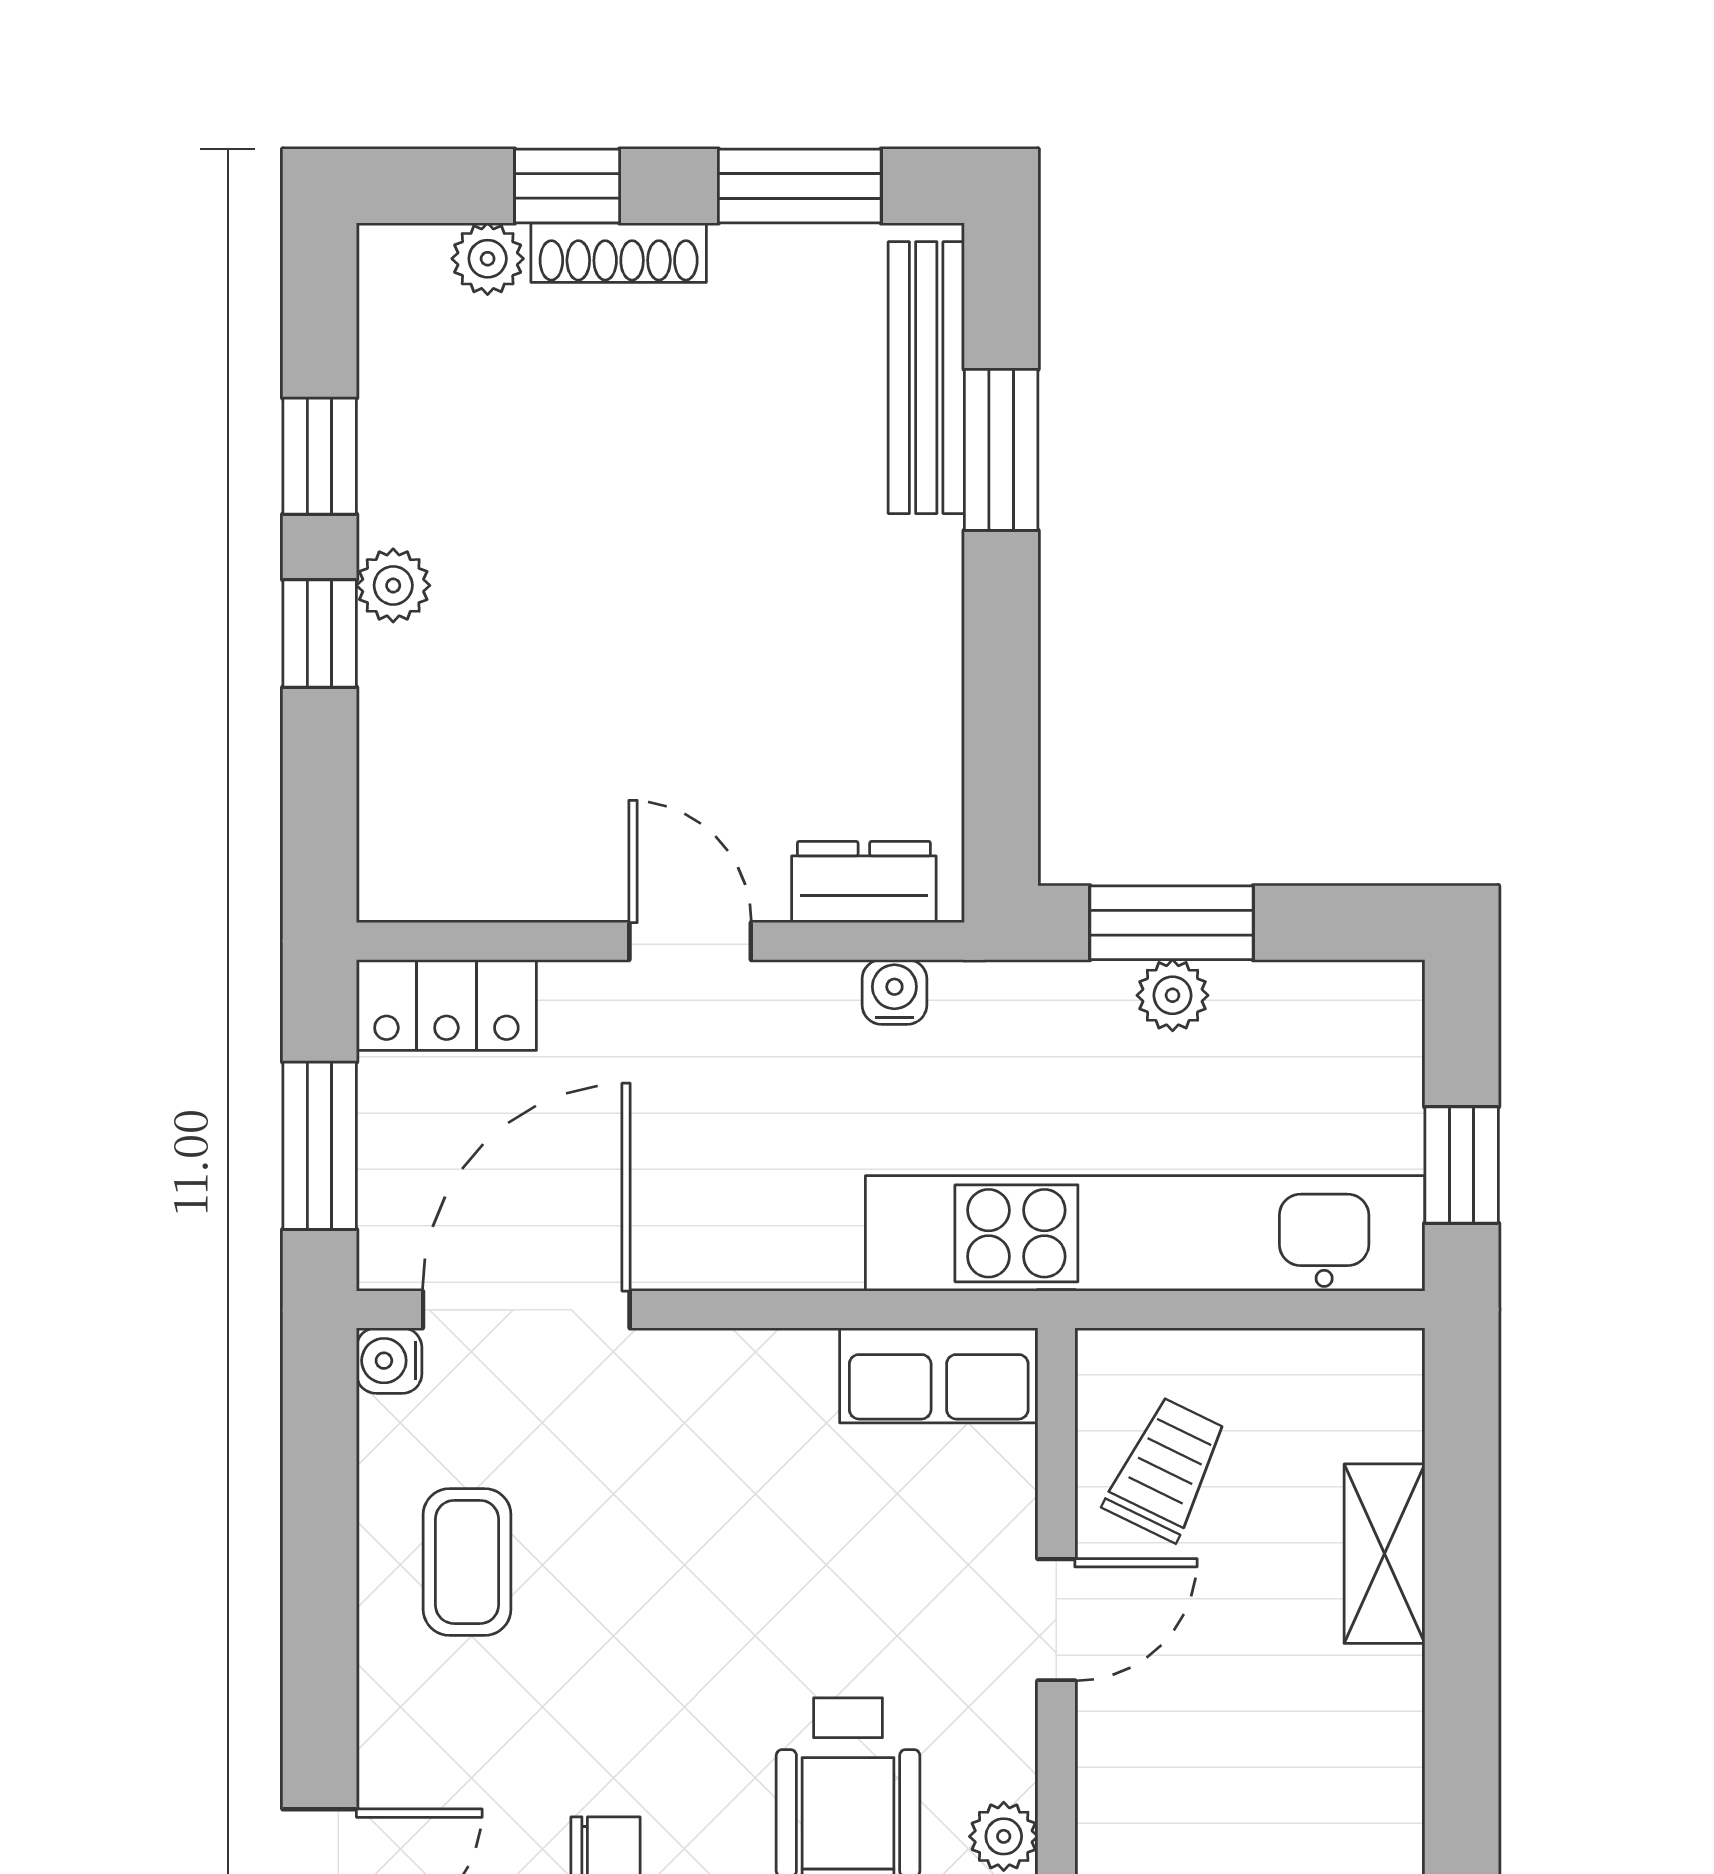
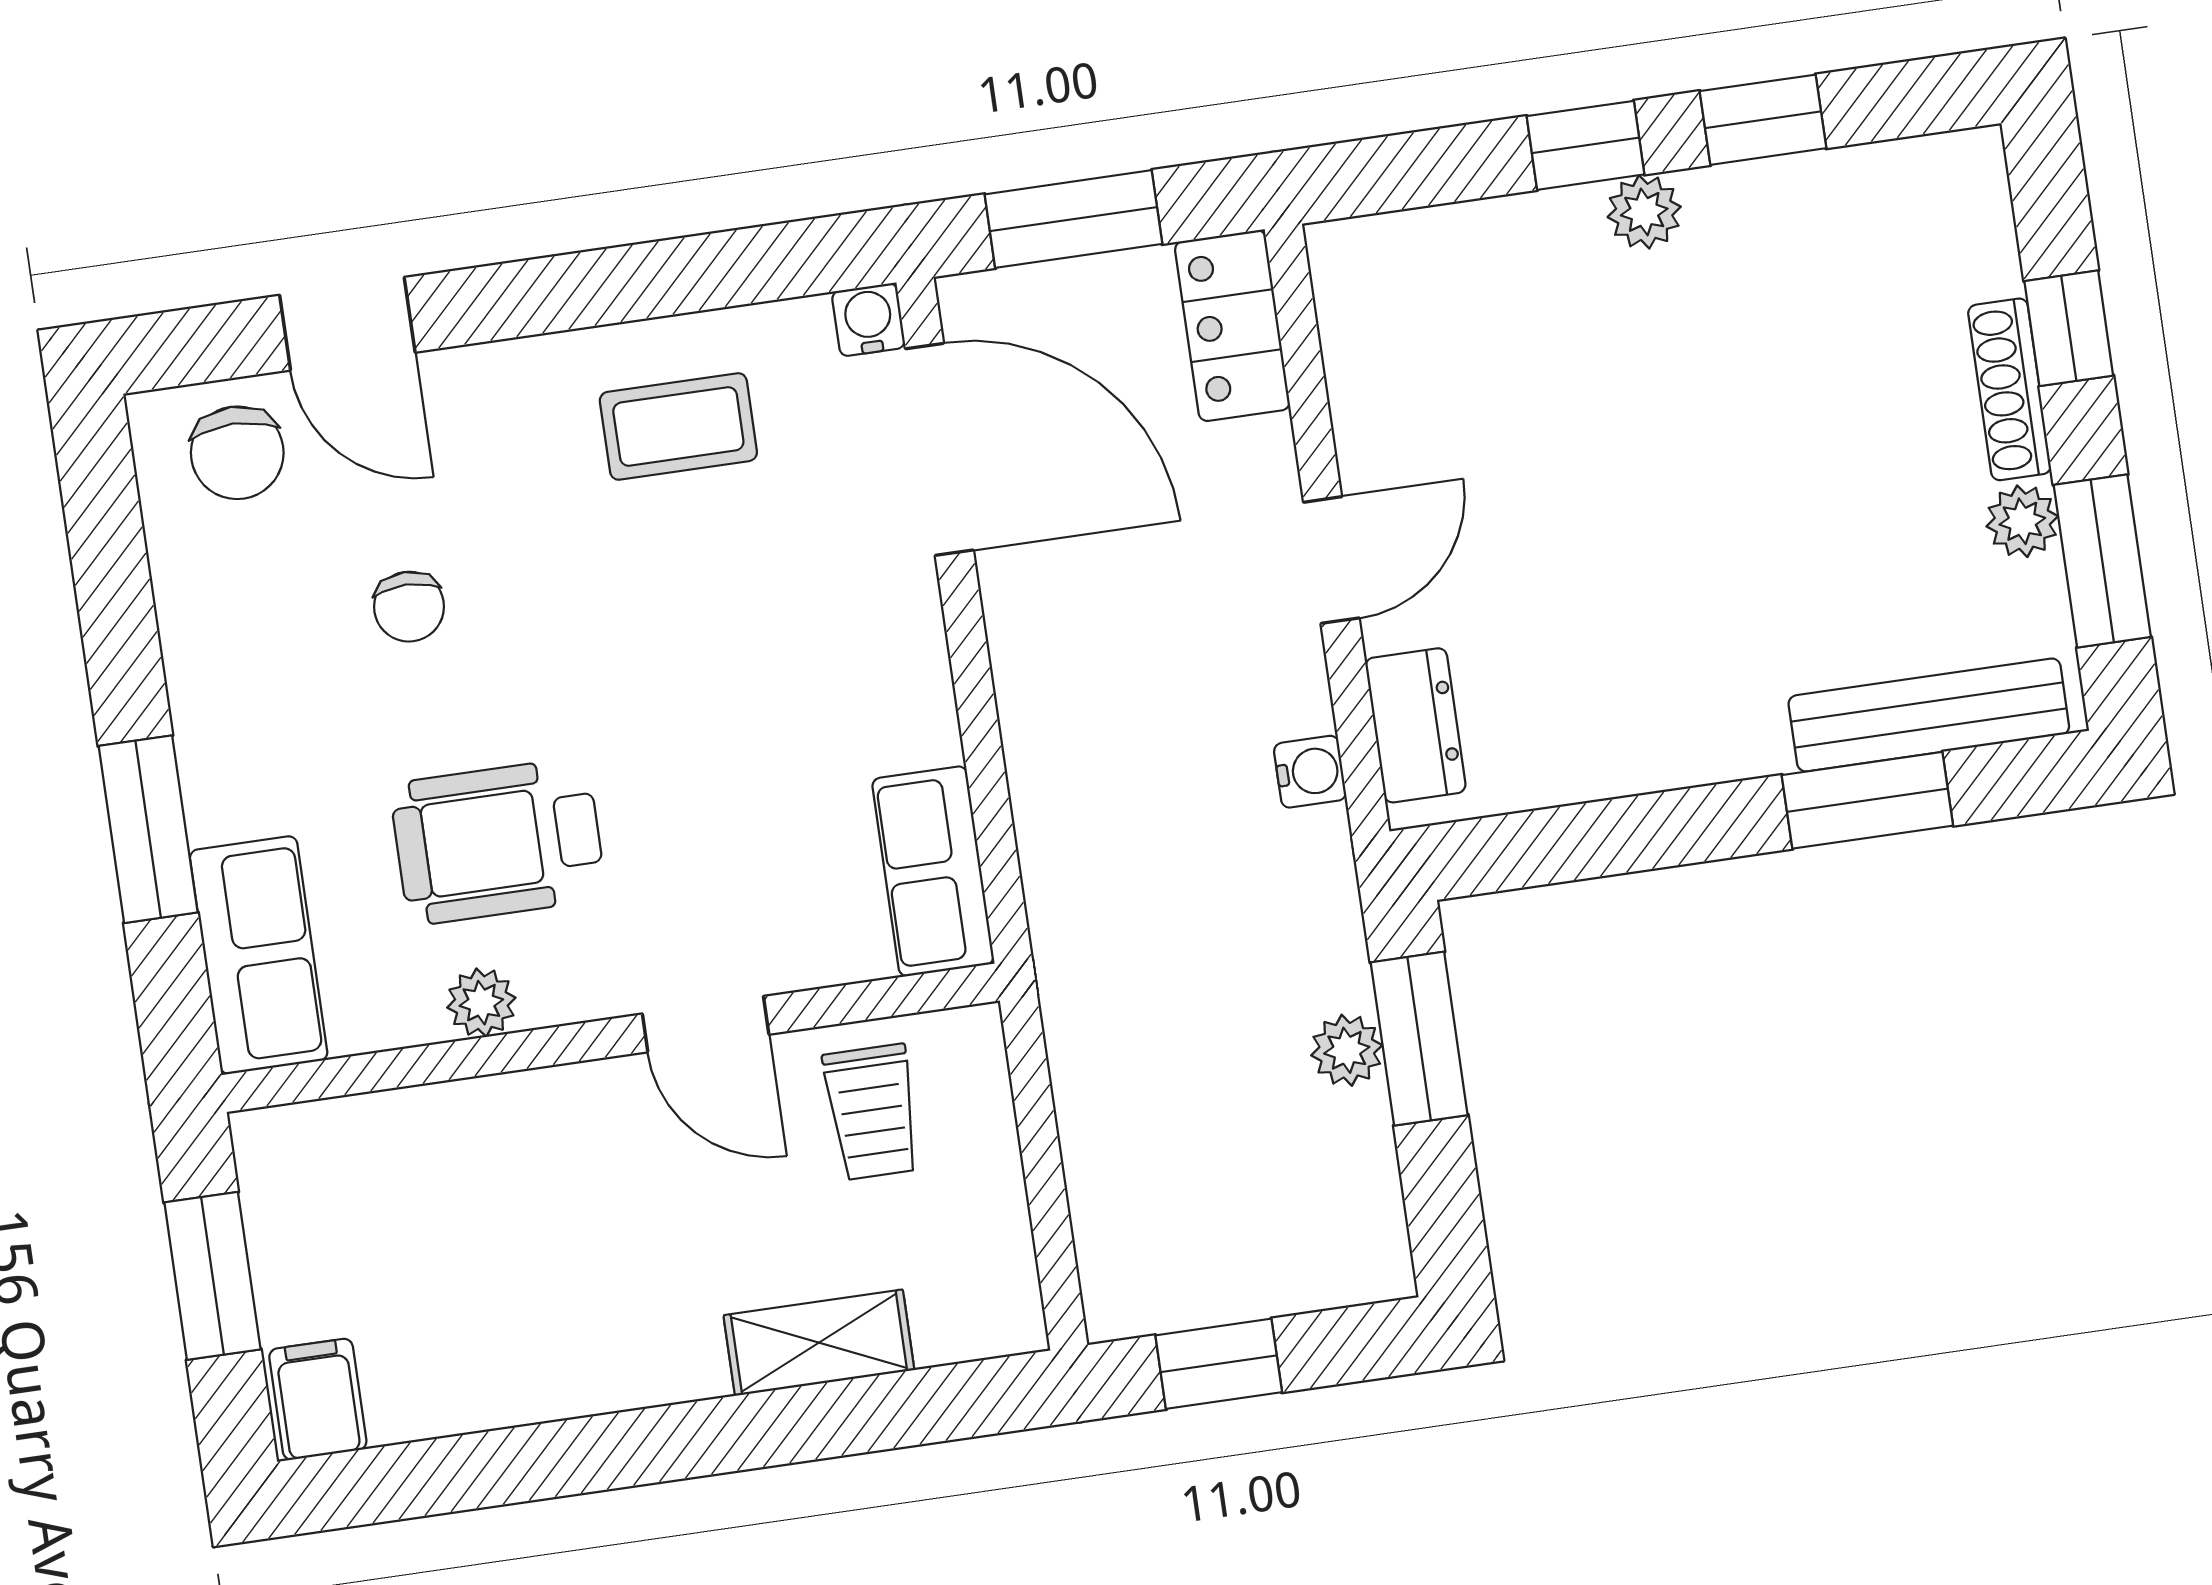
plant: (488, 259) -> (2022, 521), moved
kitchen unit: (1145, 1233) -> (1105, 1057), removed
trolley: (1166, 1469) -> (872, 1112), turned 64

